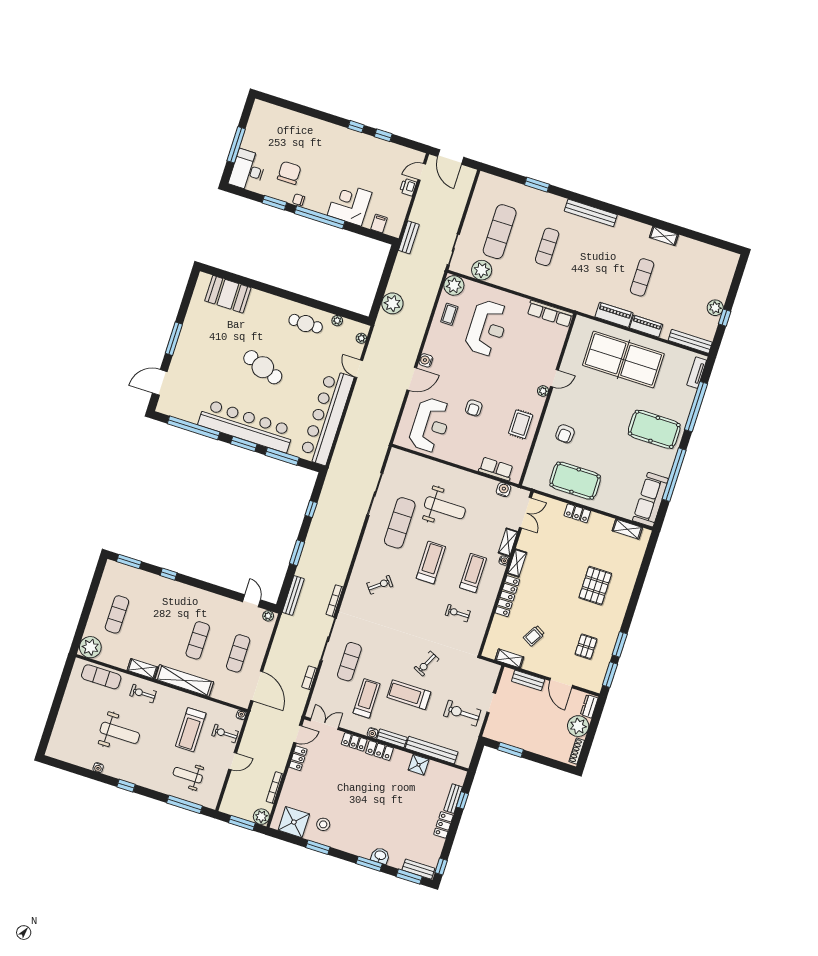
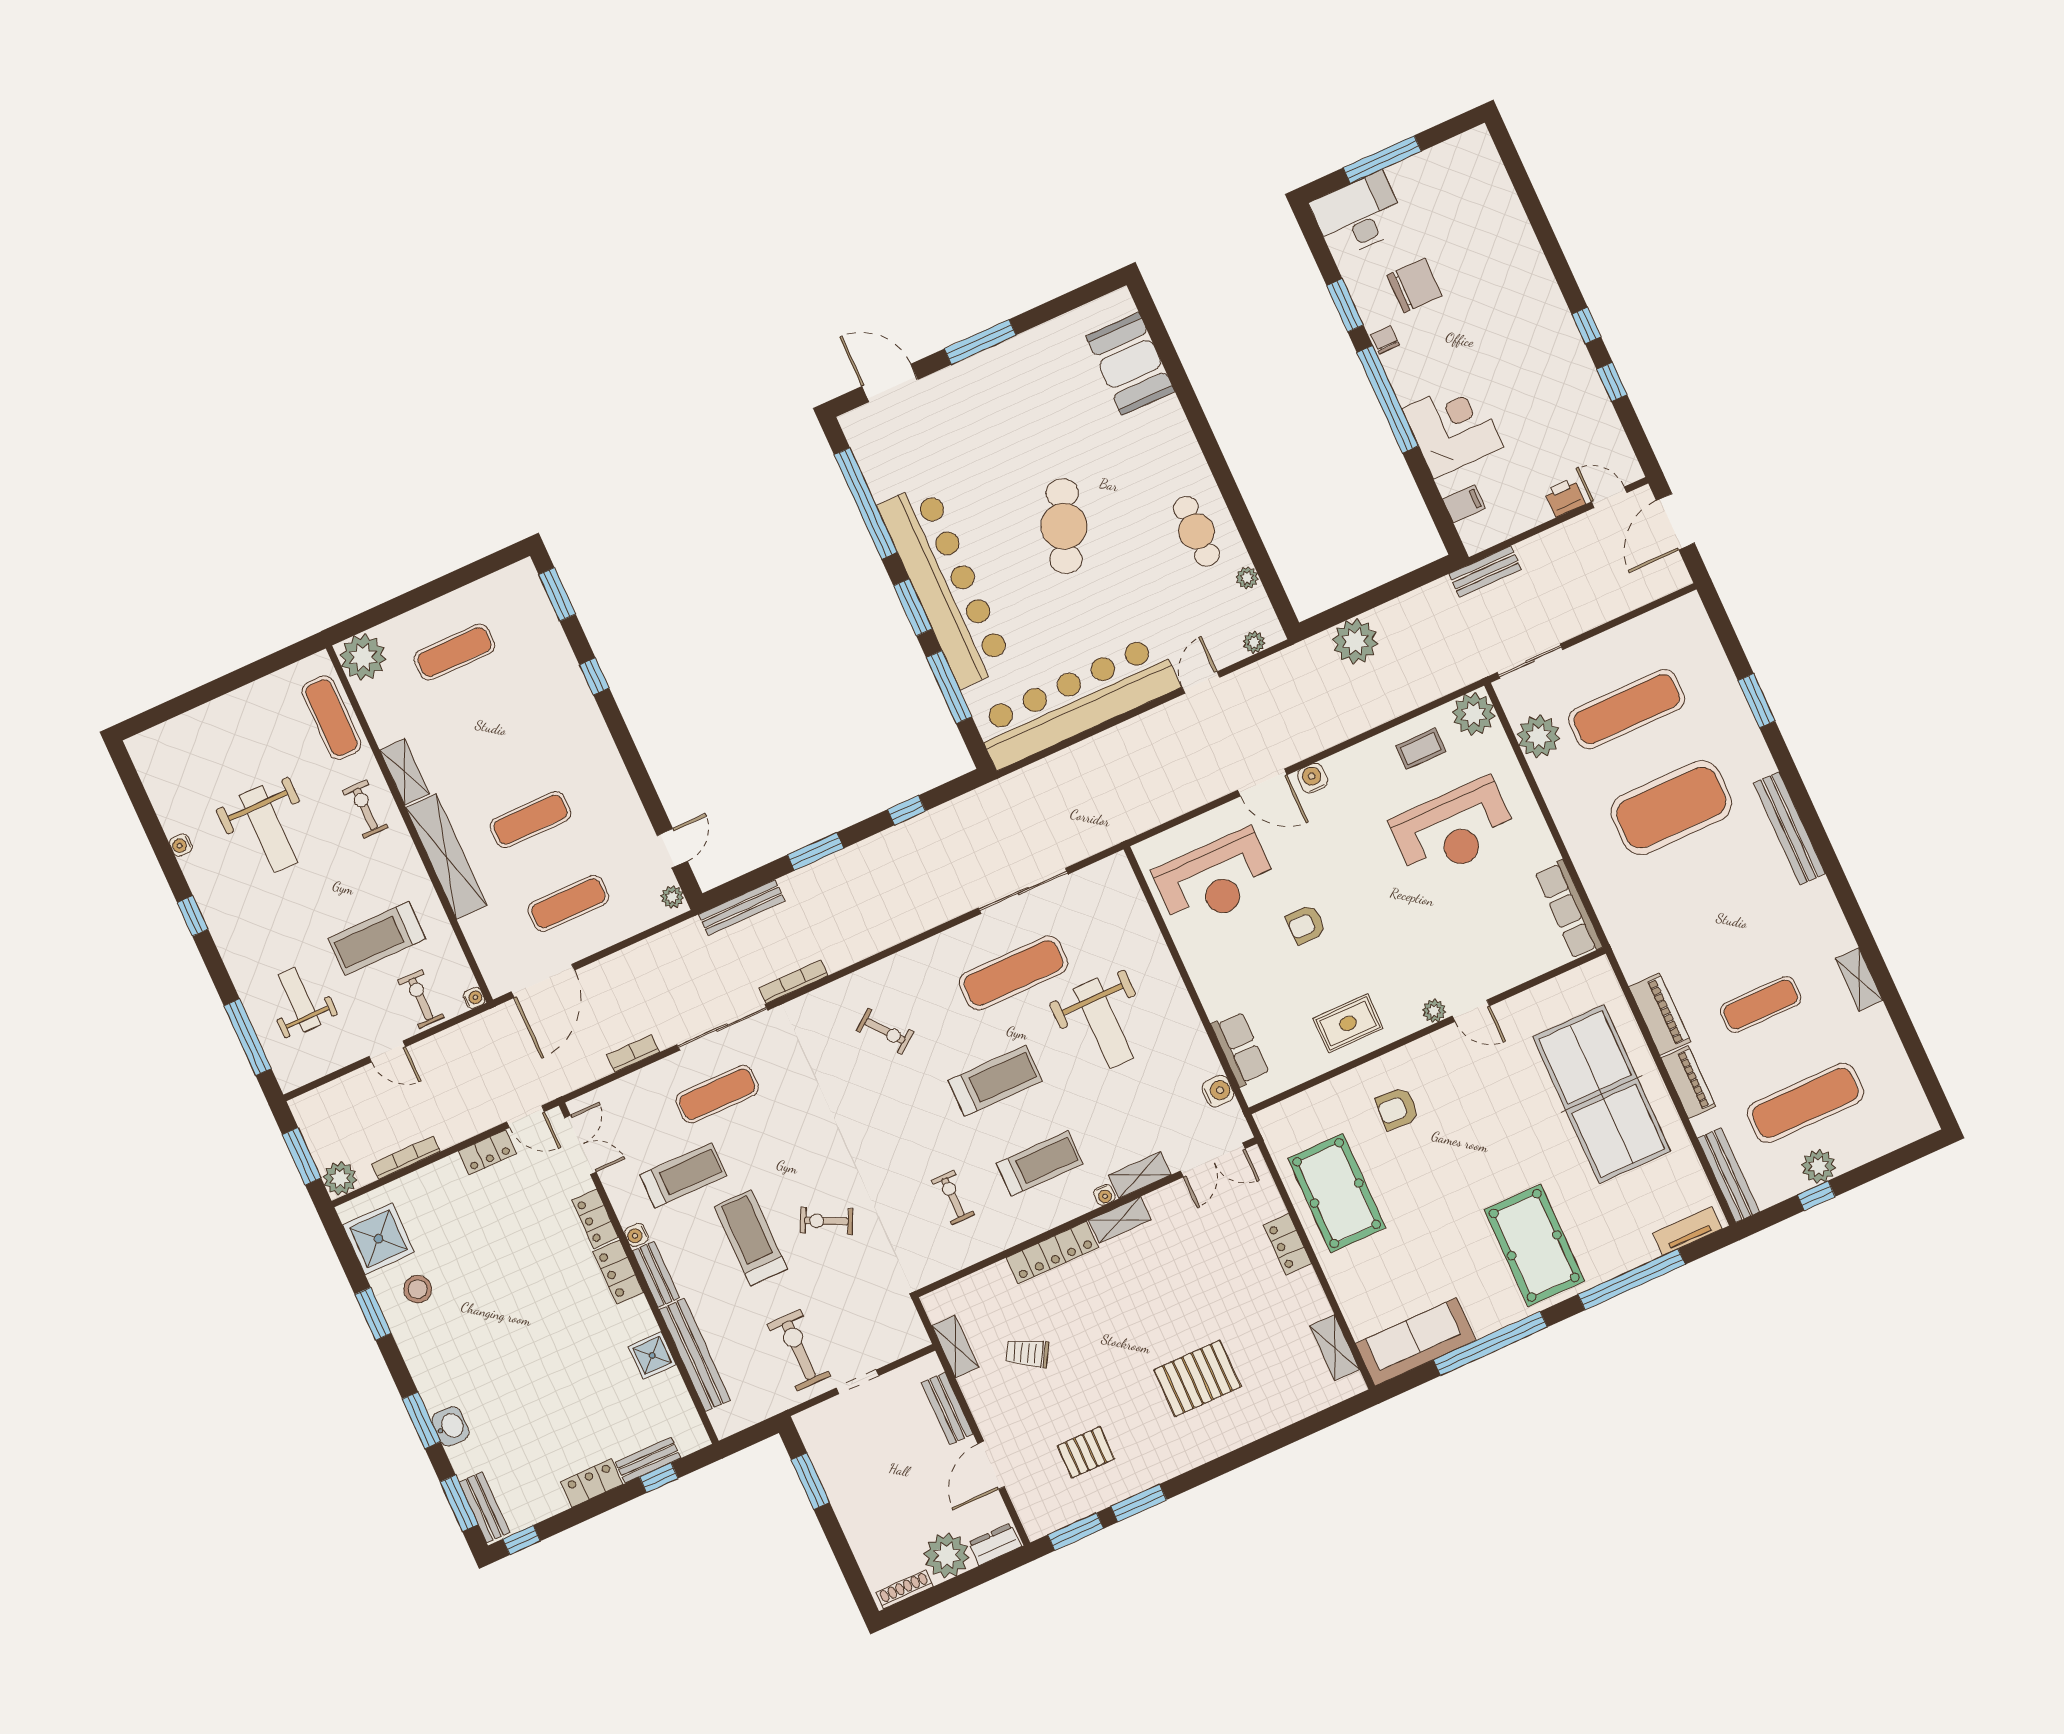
exercise mat: (547, 247) -> (1671, 808), width x2.00, depth x1.45
exercise mat: (689, 293) -> (1805, 1103), added

